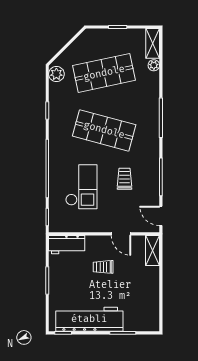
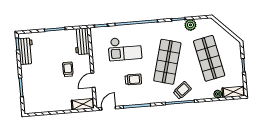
plant: (56, 74) -> (190, 25), moved
trolley: (145, 113) -> (182, 90), added
workbench: (89, 319) -> (26, 51), width x0.53, depth x0.76

